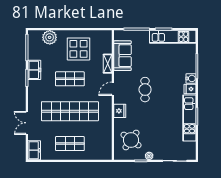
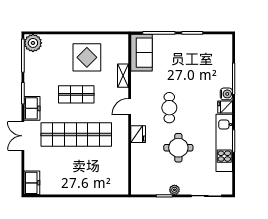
plant: (50, 37) -> (33, 43), moved
kitchen unit: (173, 37) -> (204, 42), removed
sofa: (123, 56) -> (141, 53), moved
freezer: (34, 70) -> (32, 108), moved
double door: (27, 123) -> (23, 136), moved
round table: (131, 140) -> (178, 148), moved, turned -36
shop shelf: (70, 144) -> (76, 175), removed

